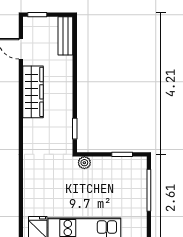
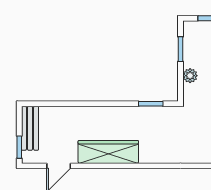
bench: (65, 36) -> (30, 128), moved, turned 90
plant: (84, 163) -> (190, 76), moved

